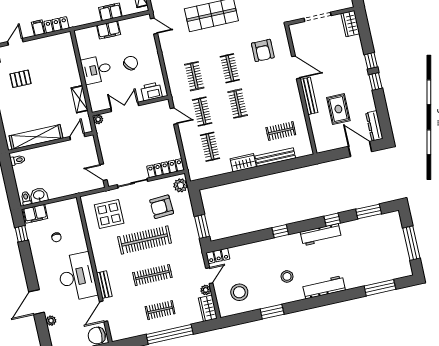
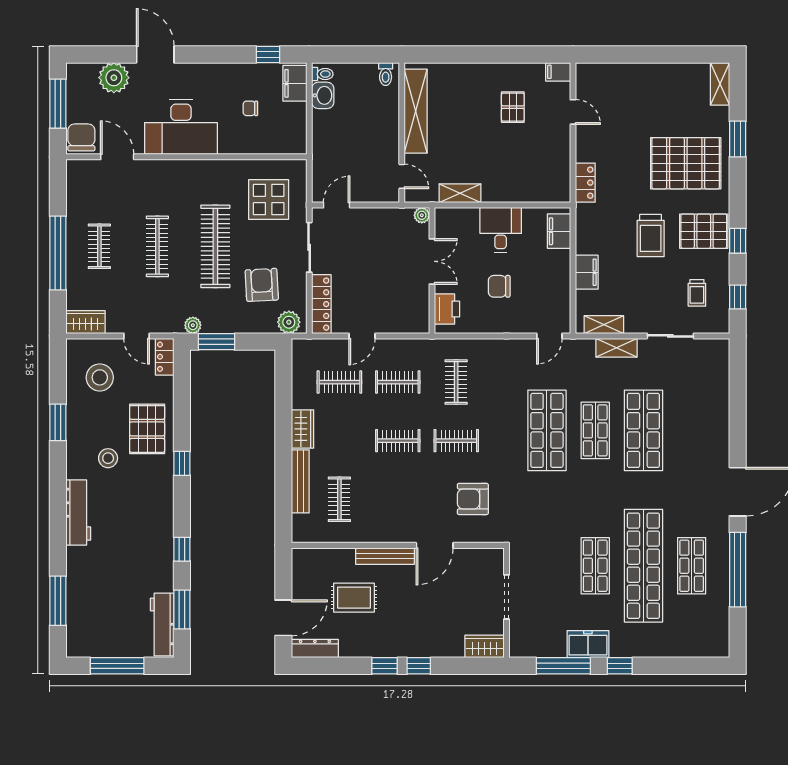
filing cabinet: (38, 28) -> (587, 153), removed
filing cabinet: (109, 30) -> (559, 231), moved
chair: (131, 63) -> (499, 286), turned 132
clothes rail: (194, 76) -> (456, 382), turned 90
door: (174, 116) -> (362, 336), moved
workbench: (321, 235) -> (162, 625), moved
pallet: (264, 257) -> (147, 429), added
bench: (104, 285) -> (159, 167), removed
plant: (206, 290) -> (193, 325), moved
plant: (51, 321) -> (114, 78), width x1.87, depth x1.87

